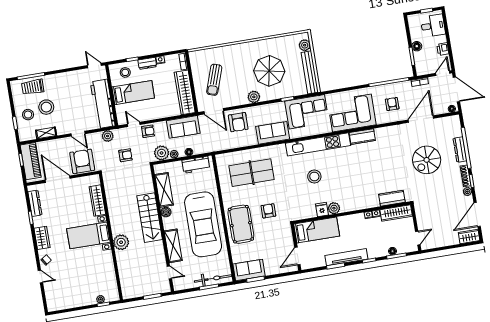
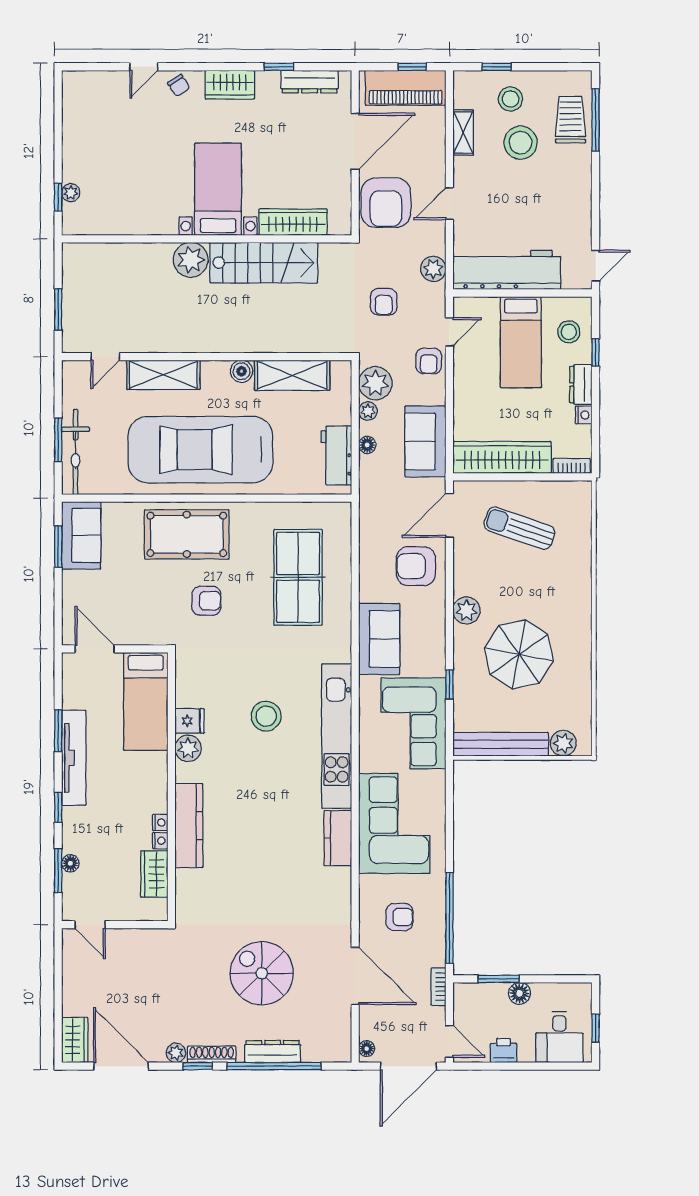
armchair: (82, 161) -> (386, 203), turned 90
kitchen counter: (392, 198) -> (189, 826), moved, width x1.50
wardrobe: (396, 213) -> (154, 874), width x0.67
stairs: (150, 218) -> (264, 263), moved, turned 180

